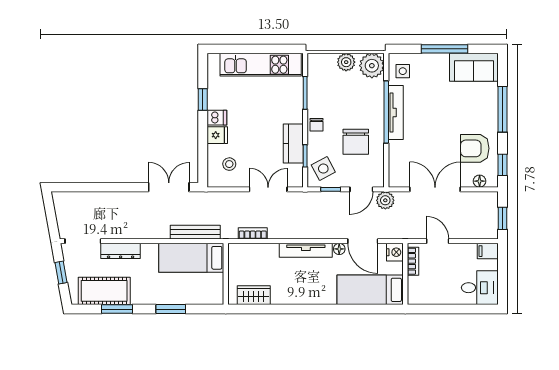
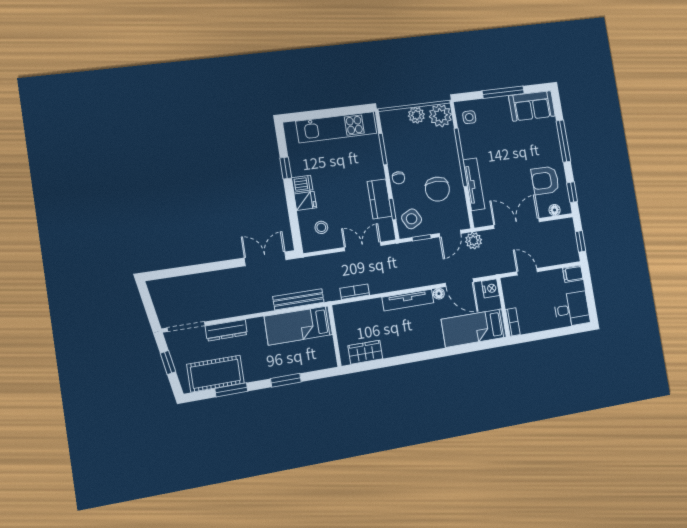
tv unit: (396, 112) -> (474, 184), moved
bookcase: (413, 261) -> (513, 322), moved

